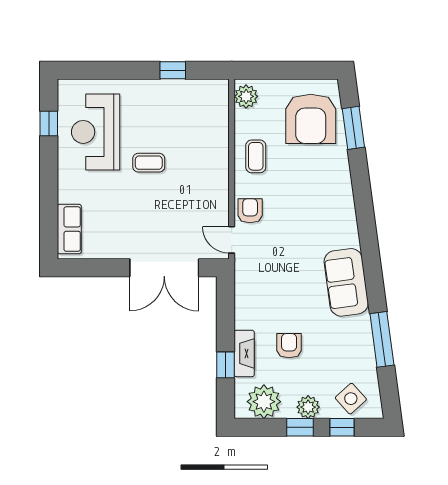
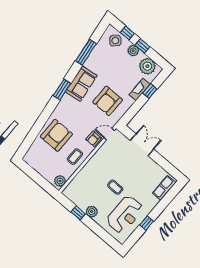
plant: (153, 91) -> (92, 212), added
armchair: (311, 119) -> (56, 135), moved
window: (49, 123) -> (147, 223), moved
window: (353, 128) -> (62, 89), moved
door: (232, 240) -> (109, 134), swing flipped
double door: (164, 268) -> (142, 145), width x0.73
armchair: (289, 346) -> (108, 101), moved, width x1.88, depth x1.88

